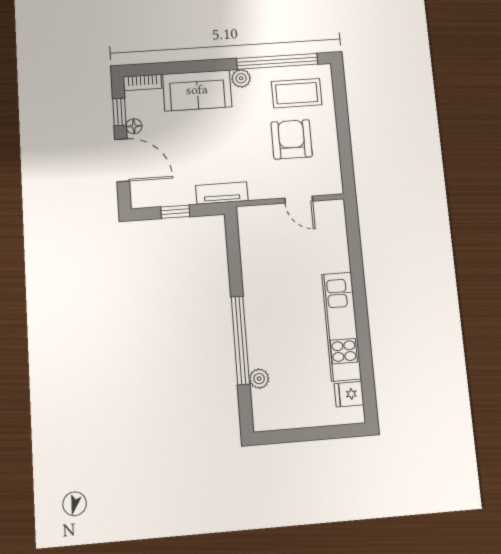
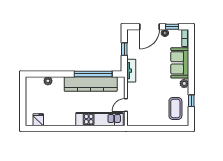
window: (277, 61) -> (191, 101), width x0.32
armchair: (292, 139) -> (154, 104), removed
kitchen counter: (258, 280) -> (91, 84), added
kitchen unit: (342, 326) -> (100, 119), moved
window: (240, 340) -> (93, 74), moved

